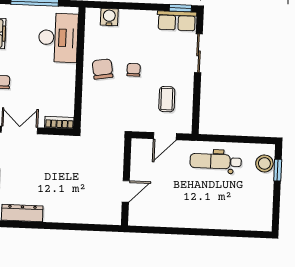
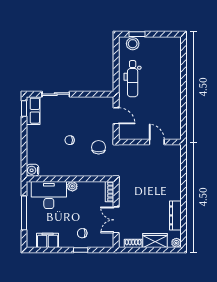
water cooler: (109, 17) -> (33, 170), moved
chair: (103, 69) -> (99, 147), moved, turned 99
plant: (69, 71) -> (72, 186), added
coffee table: (167, 99) -> (90, 115), removed

